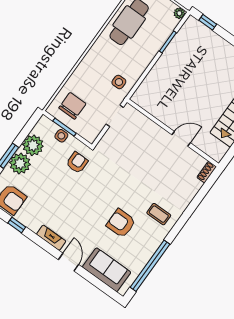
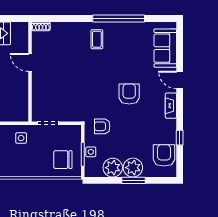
armchair: (121, 223) -> (129, 94), moved, turned 180
door: (69, 262) -> (180, 80), hinge flipped
window: (150, 266) -> (119, 18), moved

